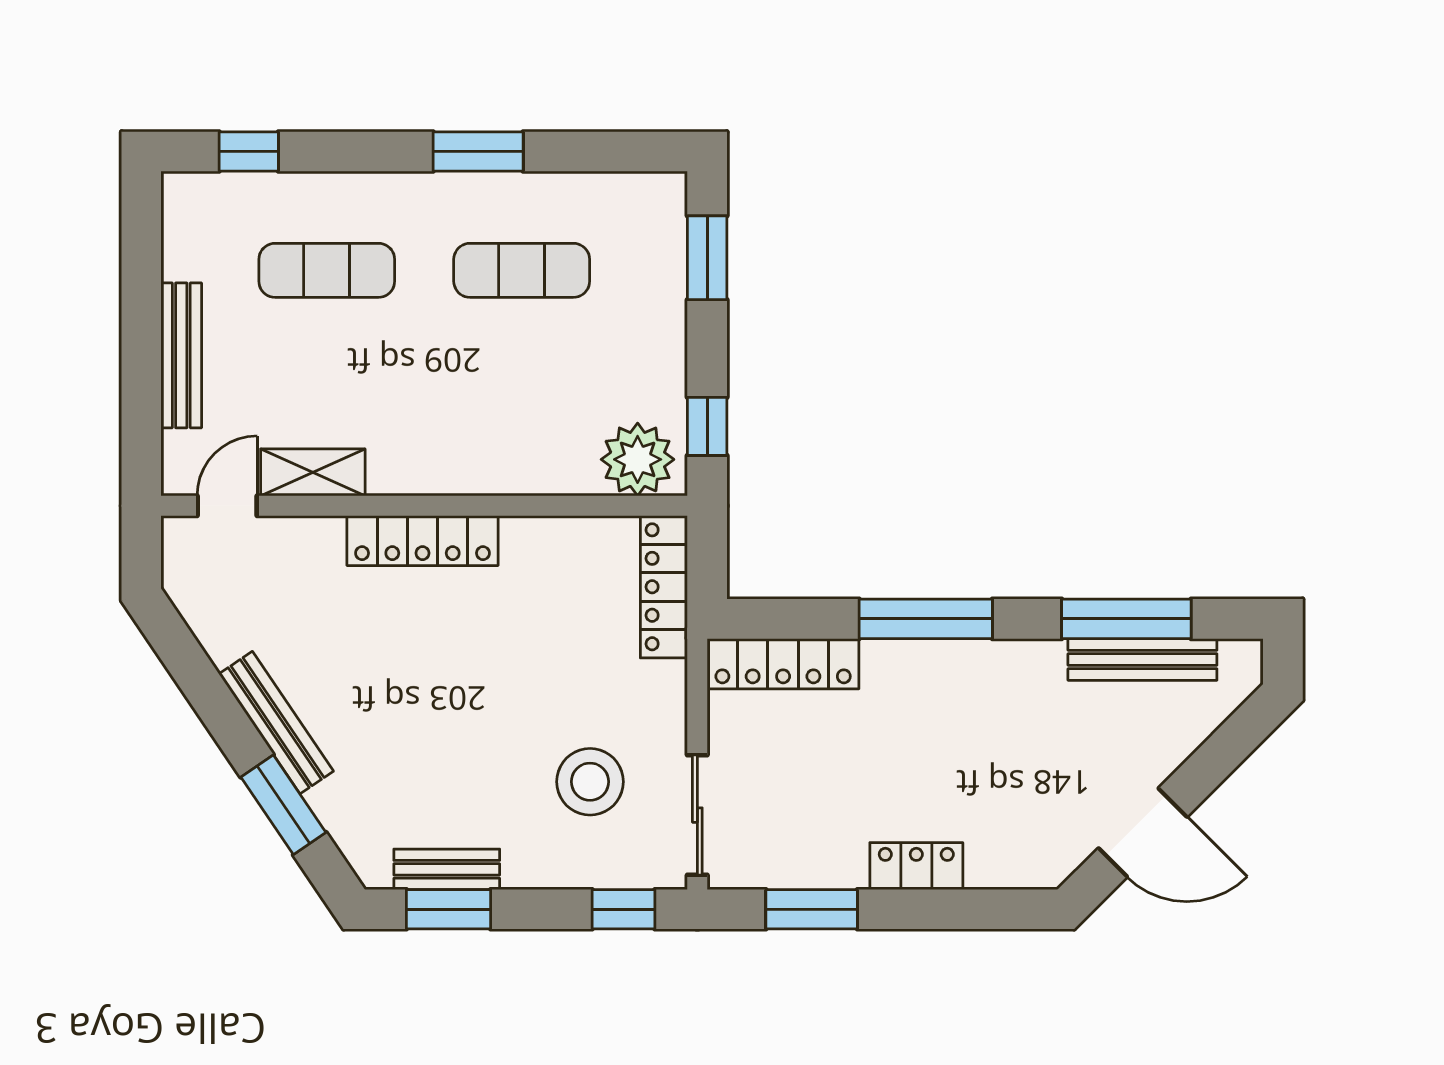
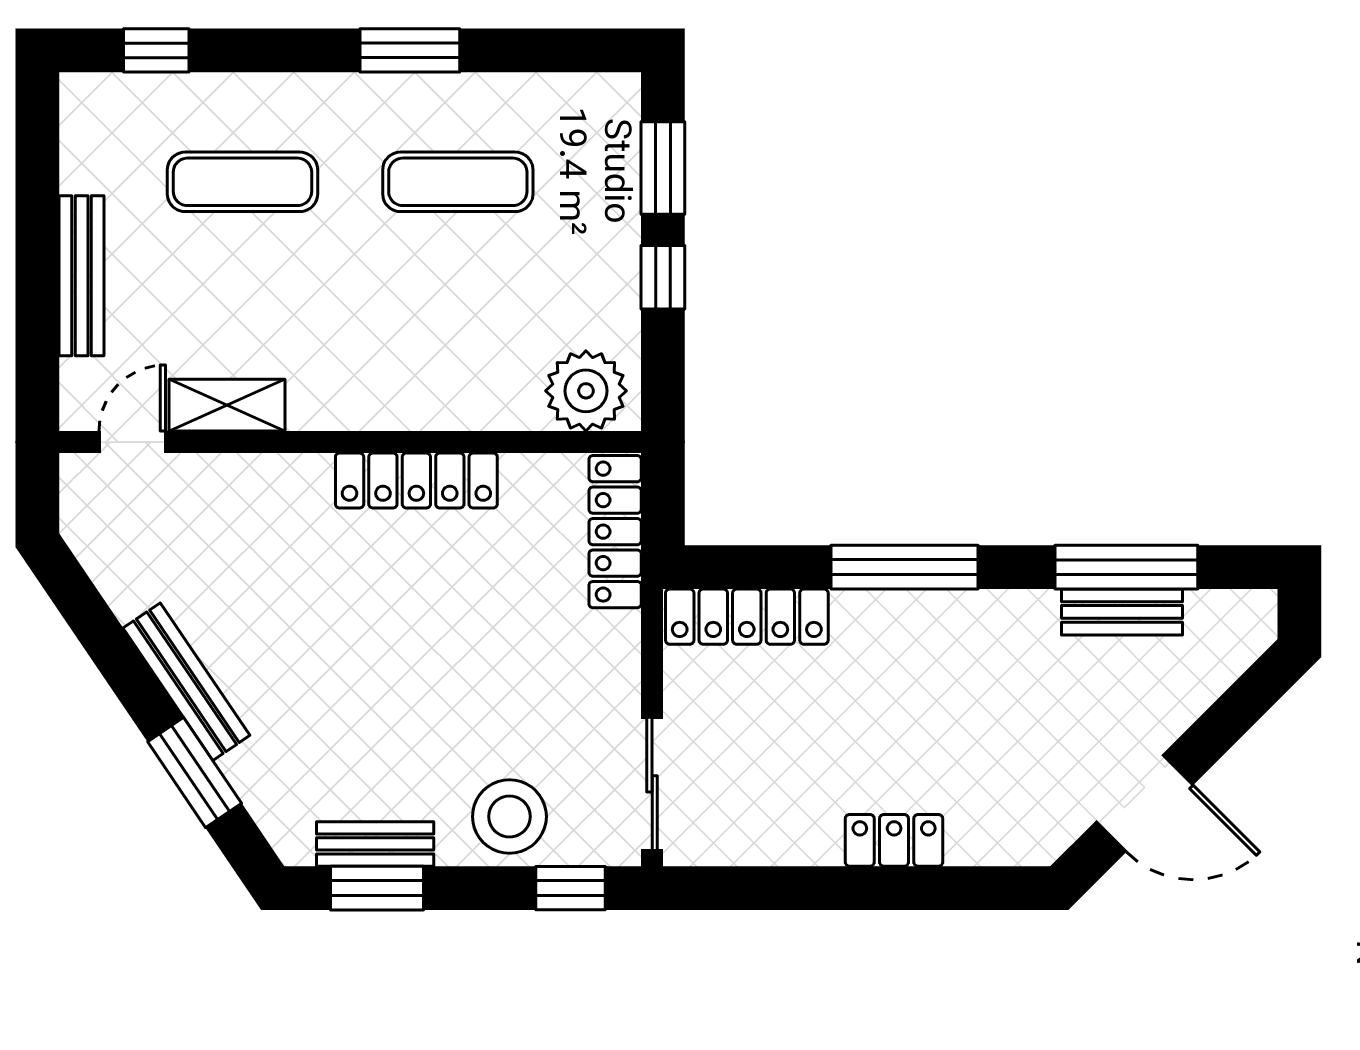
window: (707, 426) -> (663, 277), moved
locker: (422, 541) -> (416, 481), moved
bench: (1142, 659) -> (1122, 612), width x0.73
stool: (590, 782) -> (509, 817), moved
window: (812, 909) -> (778, 888), removed

